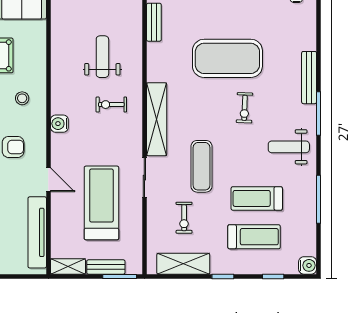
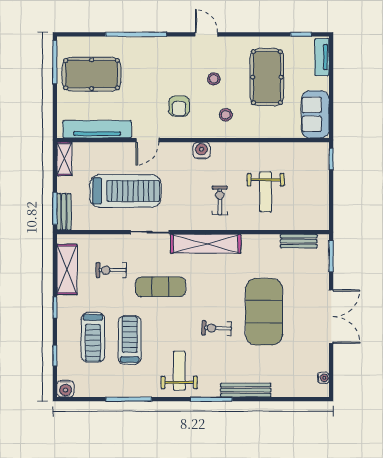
weight bench: (102, 57) -> (266, 192), turned 90
bench: (106, 267) -> (64, 212), moved

